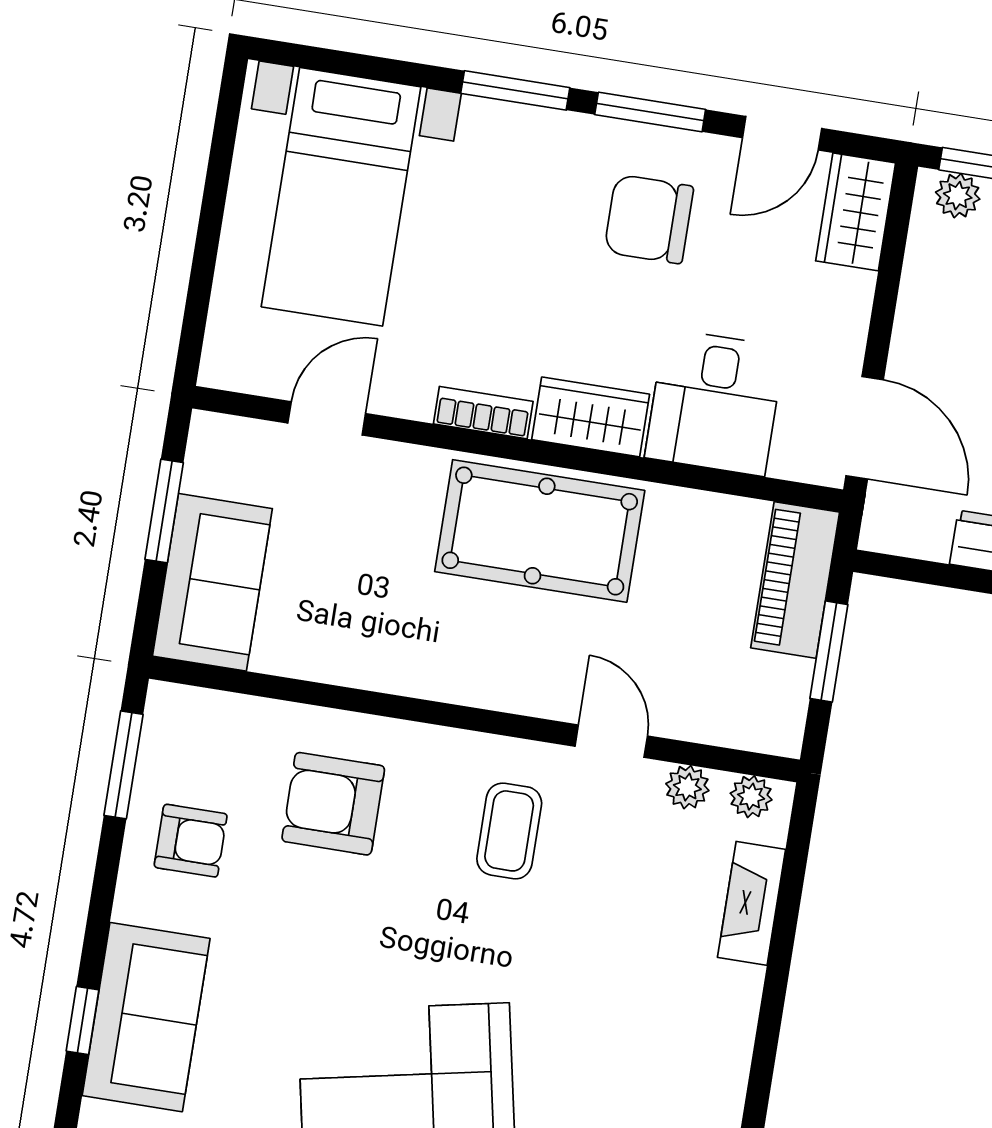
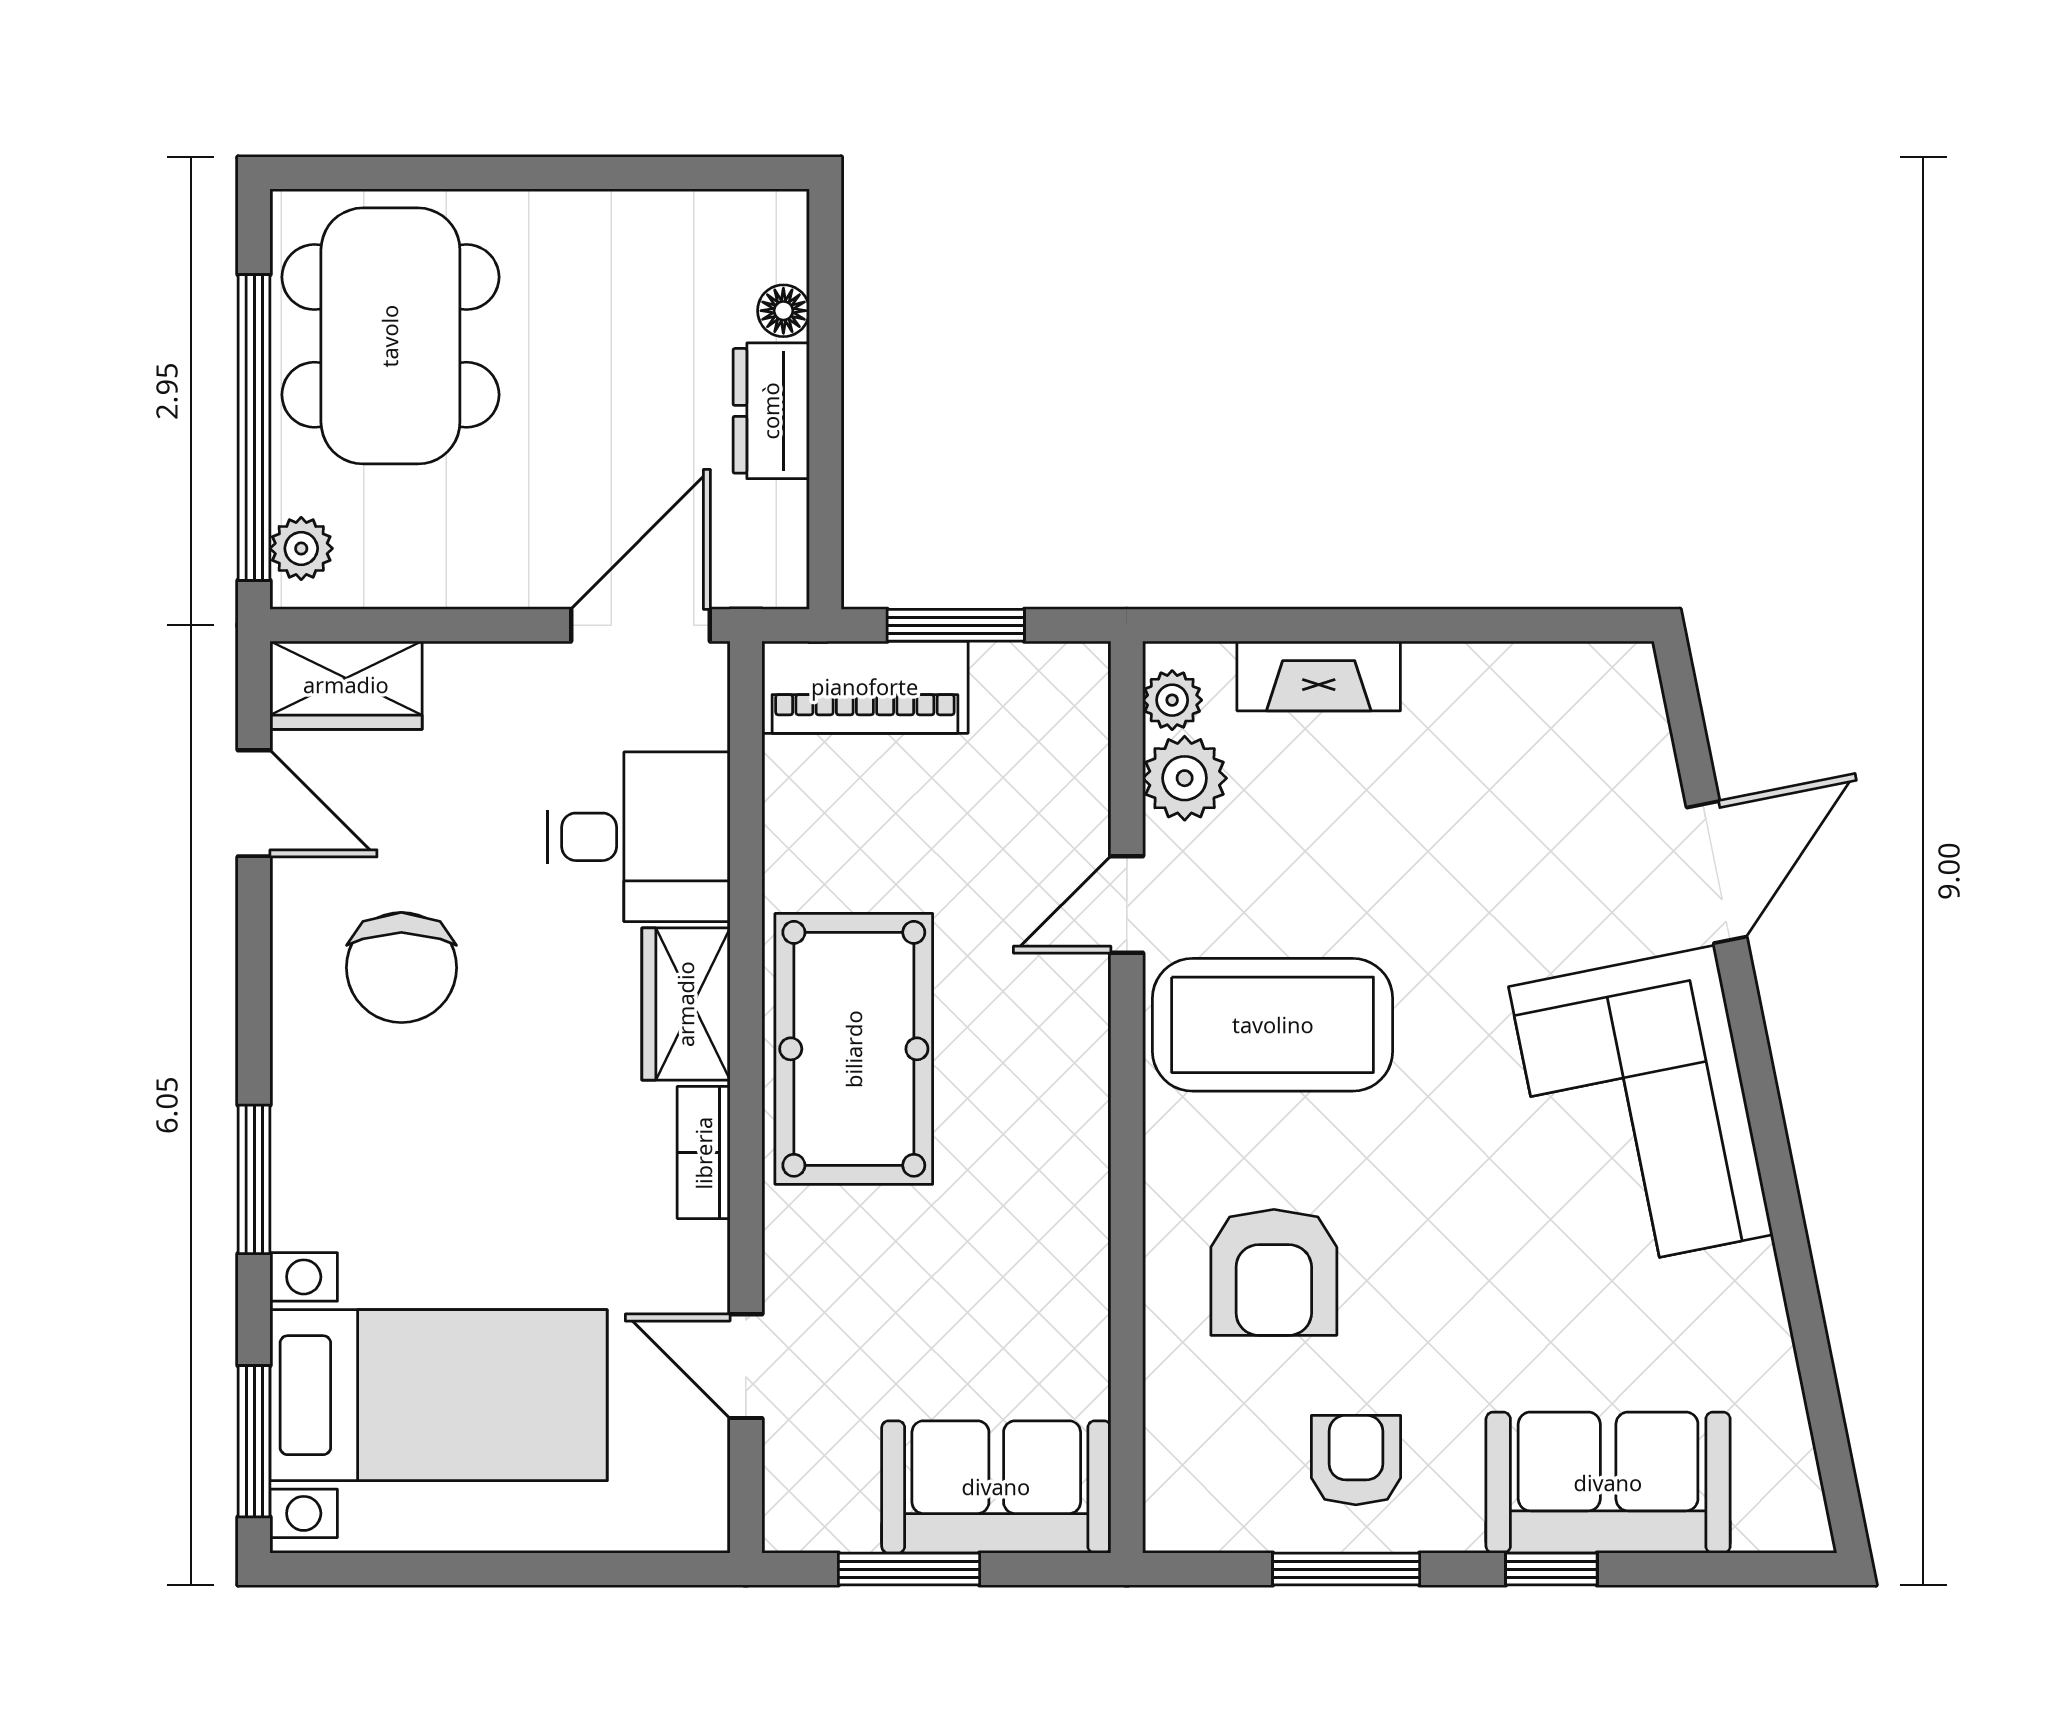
window: (650, 112) -> (254, 1441), moved
window: (123, 765) -> (1346, 1569), moved
plant: (687, 787) -> (1185, 778), width x1.38, depth x1.38
coffee table: (509, 831) -> (1273, 1025), width x1.86, depth x1.72
window: (83, 1021) -> (1551, 1569), moved

